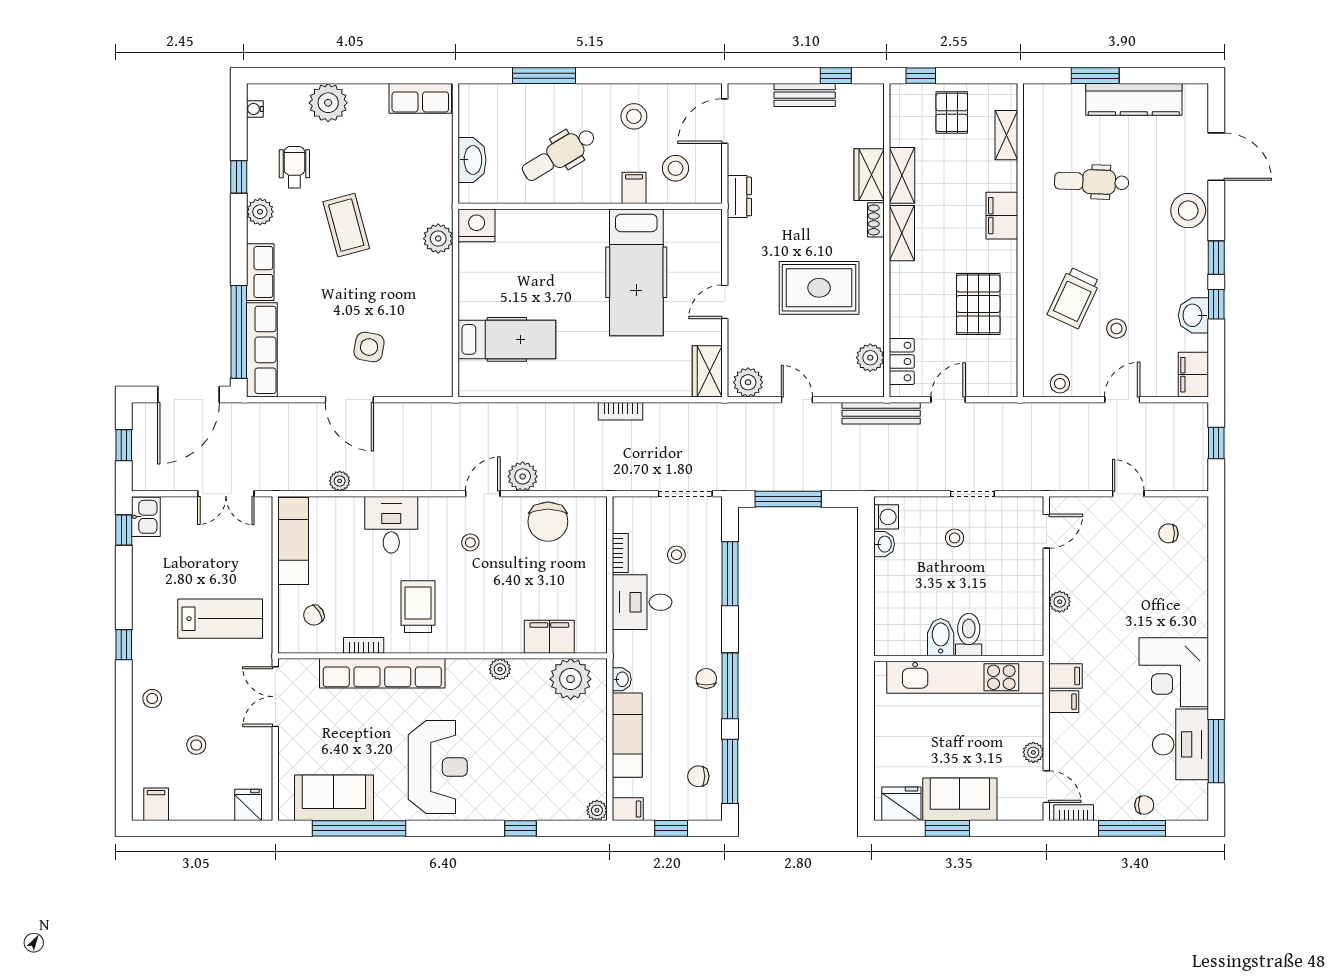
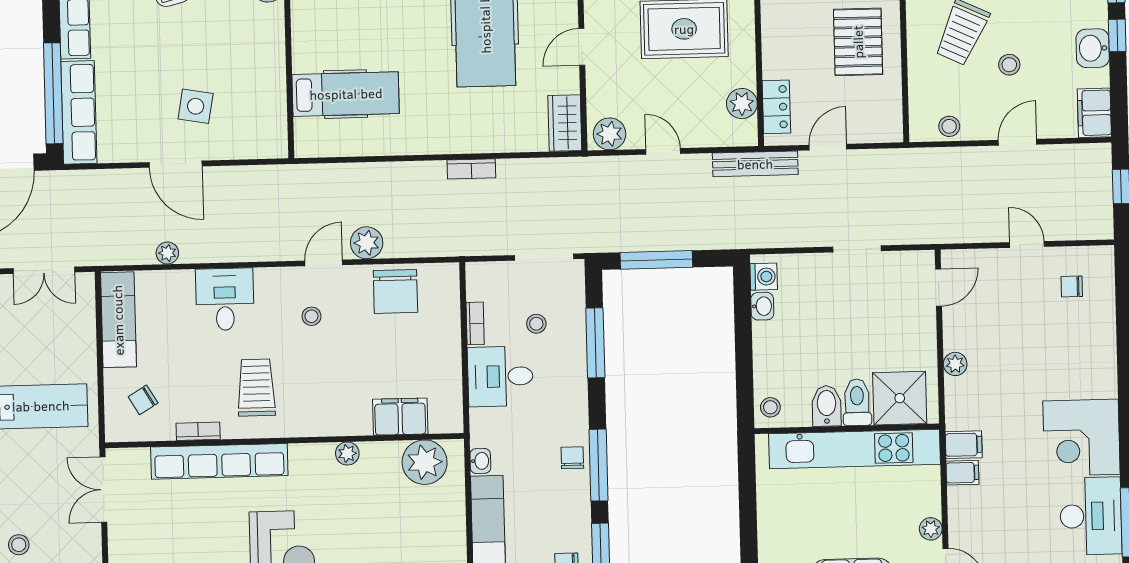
stool: (955, 538) -> (770, 407), moved
shower: (1008, 632) -> (900, 398), added

